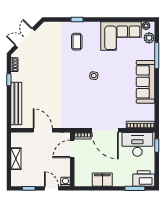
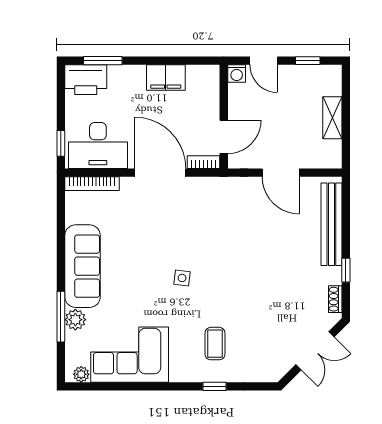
plant: (149, 38) -> (75, 320), moved

